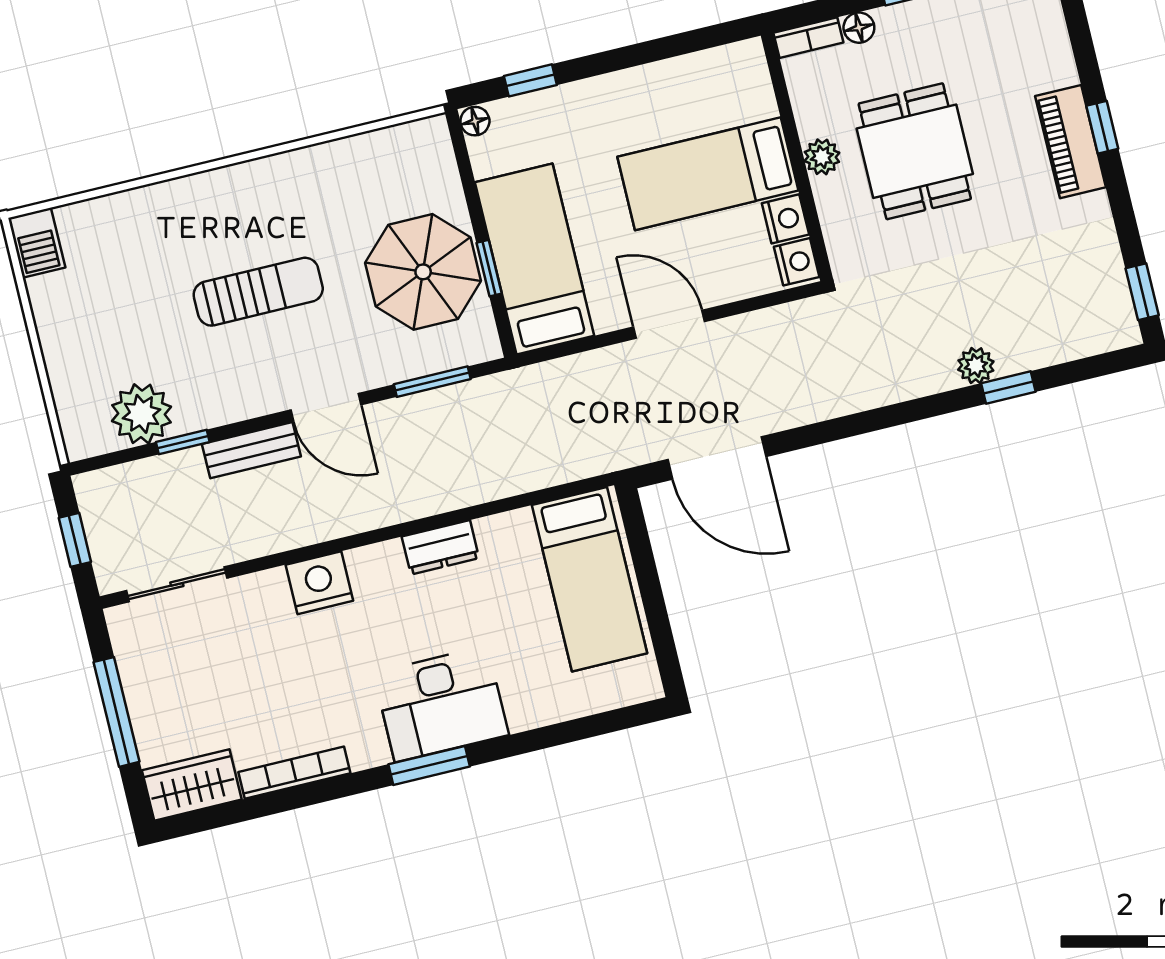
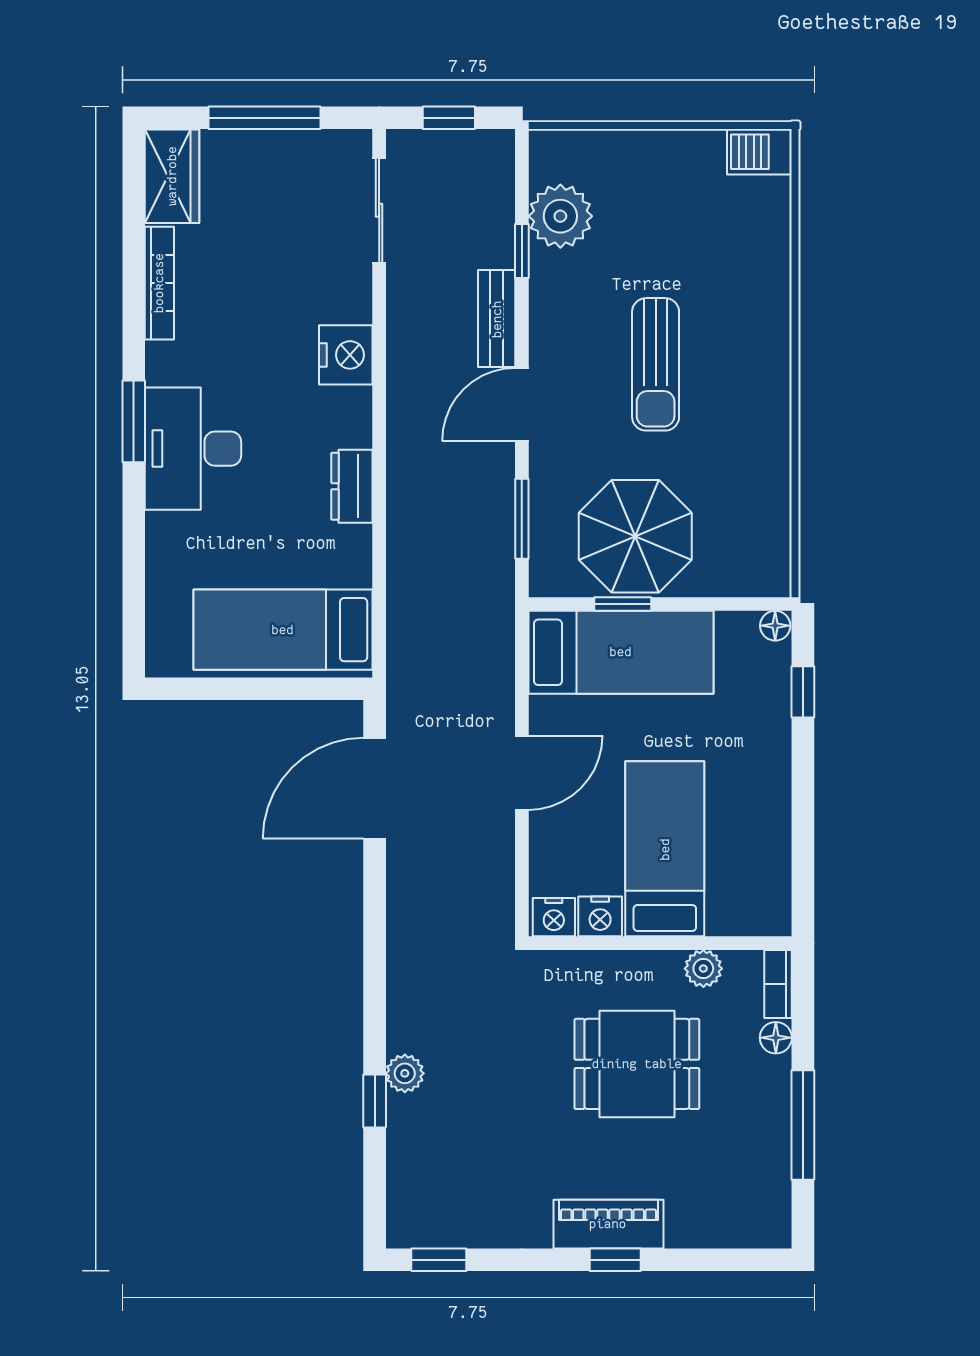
plant: (822, 157) -> (703, 969), moved

